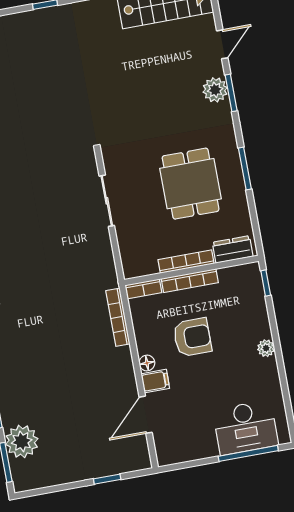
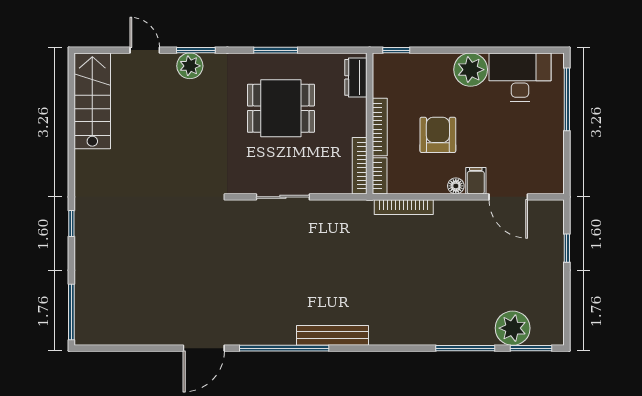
bookcase: (186, 262) -> (360, 166), moved
plant: (266, 348) -> (471, 70), width x1.87, depth x1.87
desk: (245, 428) -> (520, 77), moved, turned -90

